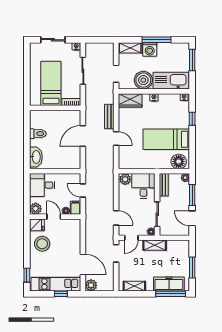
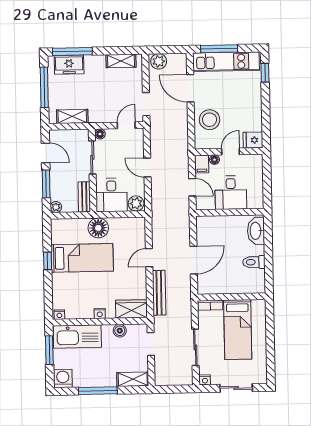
washing machine: (150, 49) -> (63, 378), moved
window: (192, 60) -> (49, 350), moved
boiler: (143, 80) -> (120, 331), width x0.54, depth x0.54
bench: (109, 117) -> (159, 293), width x1.36
window: (192, 119) -> (48, 261), moved
door: (116, 138) -> (149, 258), hinge flipped
floor lamp: (179, 161) -> (98, 228), moved
desk: (42, 185) -> (231, 193), moved, turned 90
plant: (35, 209) -> (255, 162), removed
door: (54, 217) -> (231, 152), swing flipped
door: (116, 218) -> (147, 168), moved
stool: (42, 244) -> (210, 120), moved
shelving: (155, 245) -> (72, 116), moved
window: (192, 267) -> (44, 87), width x1.44
freezer: (169, 284) -> (69, 65), width x0.71
plant: (91, 285) -> (159, 61), moved
window: (61, 294) -> (219, 49), width x2.17

